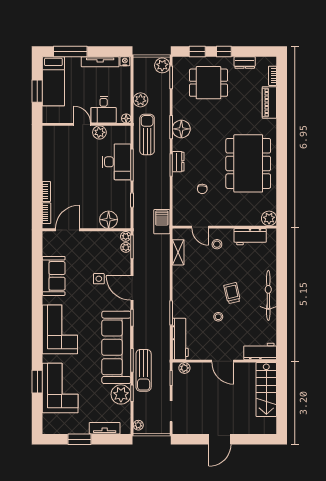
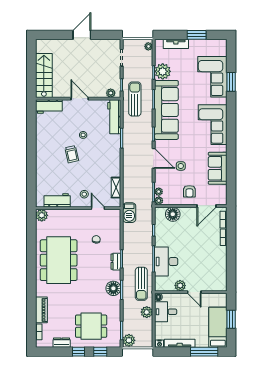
desk: (104, 110) -> (166, 312), moved, turned -90
armchair: (88, 248) -> (189, 191), added
bicycle: (268, 295) -> (42, 152), removed
sun lounger: (144, 370) -> (135, 99), moved

